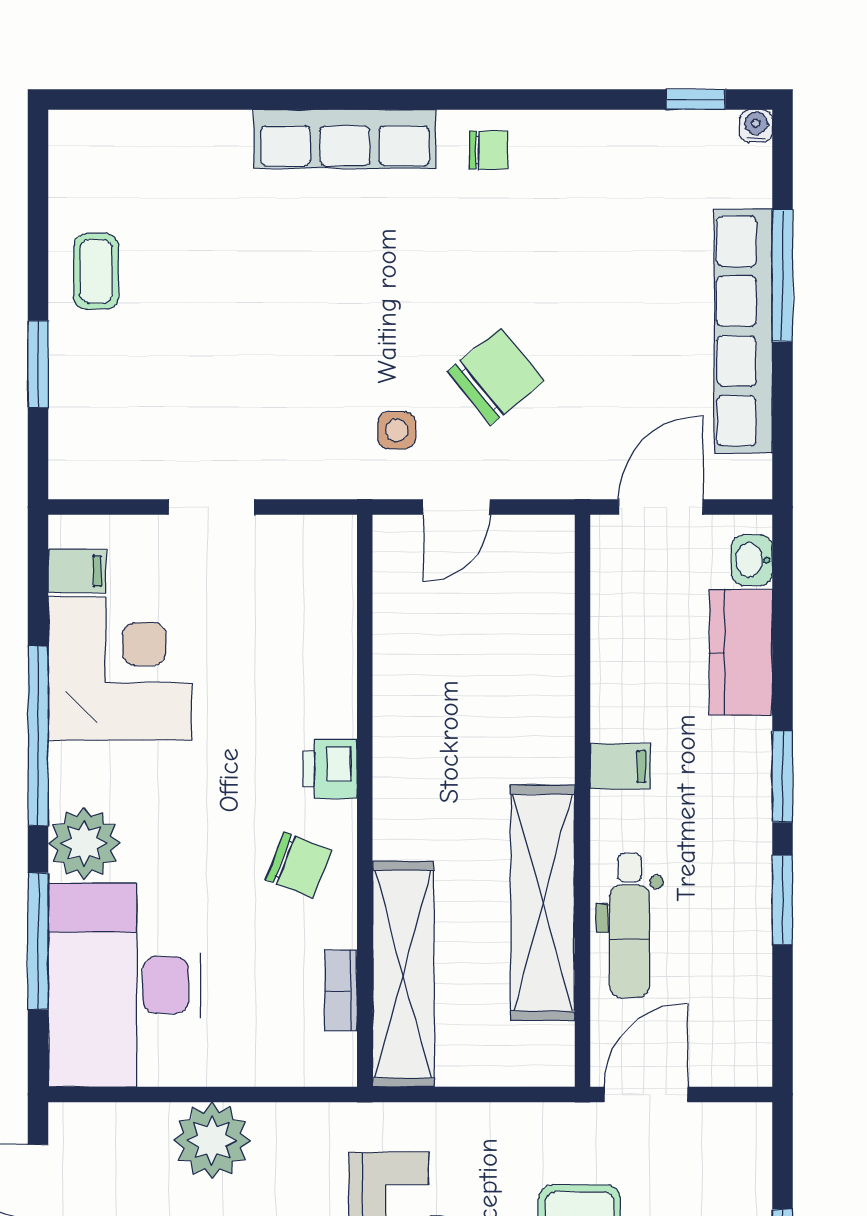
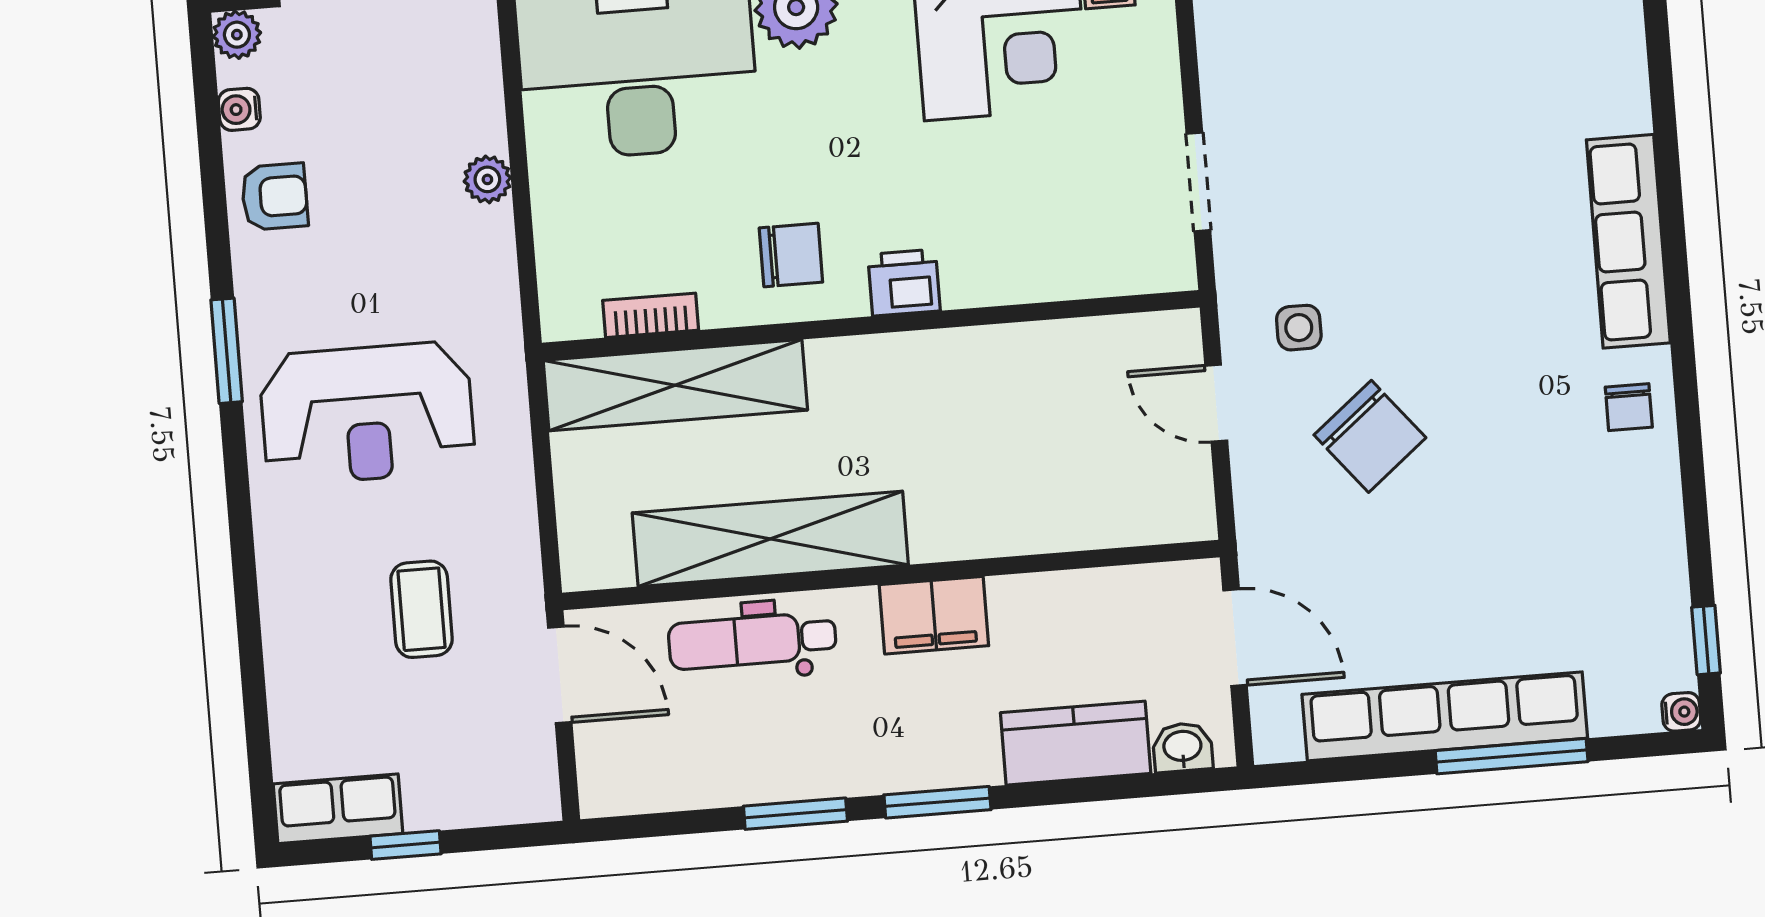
doorway: (211, 507) -> (1198, 182), moved
filing cabinet: (620, 766) -> (934, 615), width x2.00
chair: (298, 865) -> (791, 255), turned -111
plant: (212, 1140) -> (487, 179), width x0.53, depth x0.53

